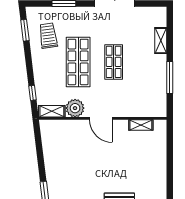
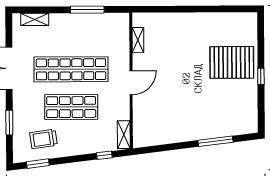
shelving: (161, 41) -> (35, 19), moved
shop shelf: (114, 62) -> (71, 69), width x2.00, depth x1.36
plant: (75, 108) -> (120, 110), removed

